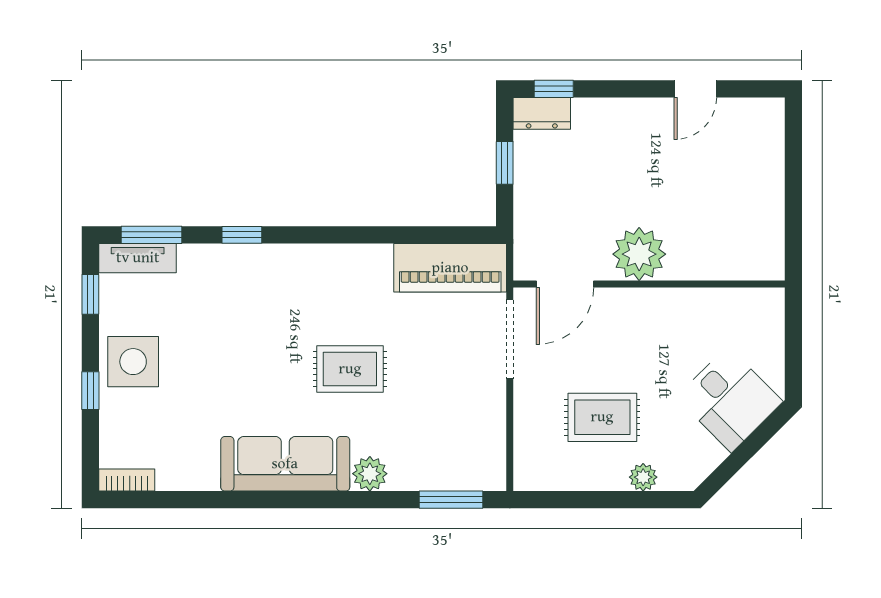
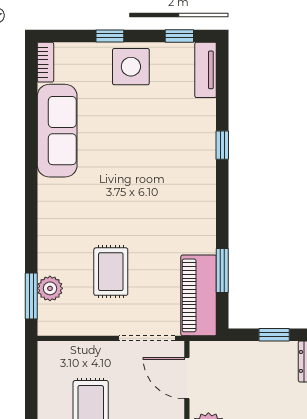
window: (152, 235) -> (222, 270), moved
rug: (350, 369) -> (111, 272), moved
sofa: (285, 464) -> (57, 131), moved
plant: (370, 474) -> (50, 288), moved

